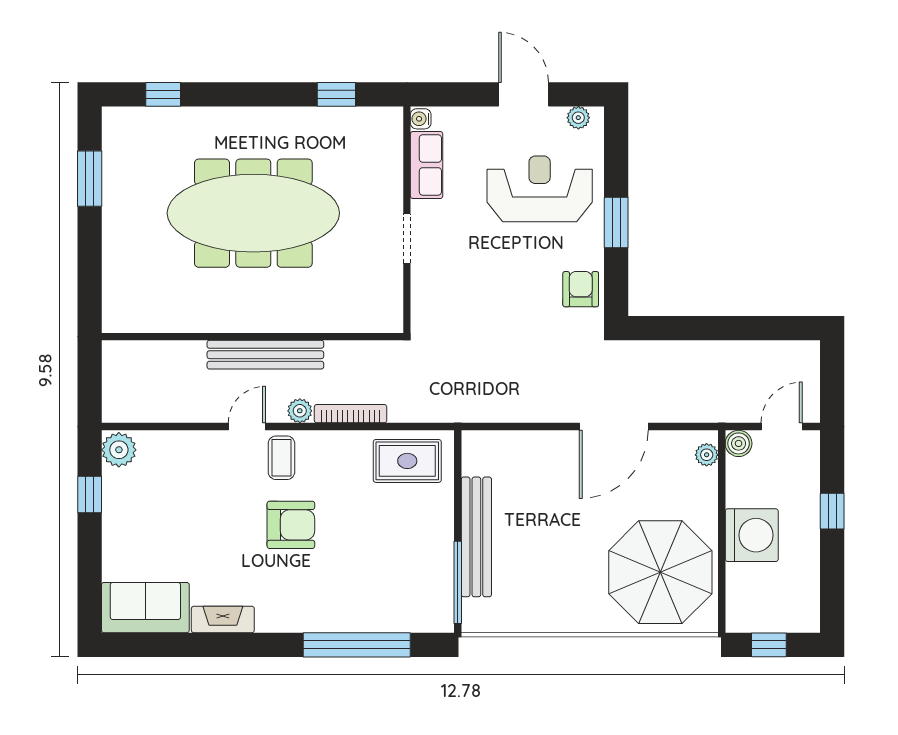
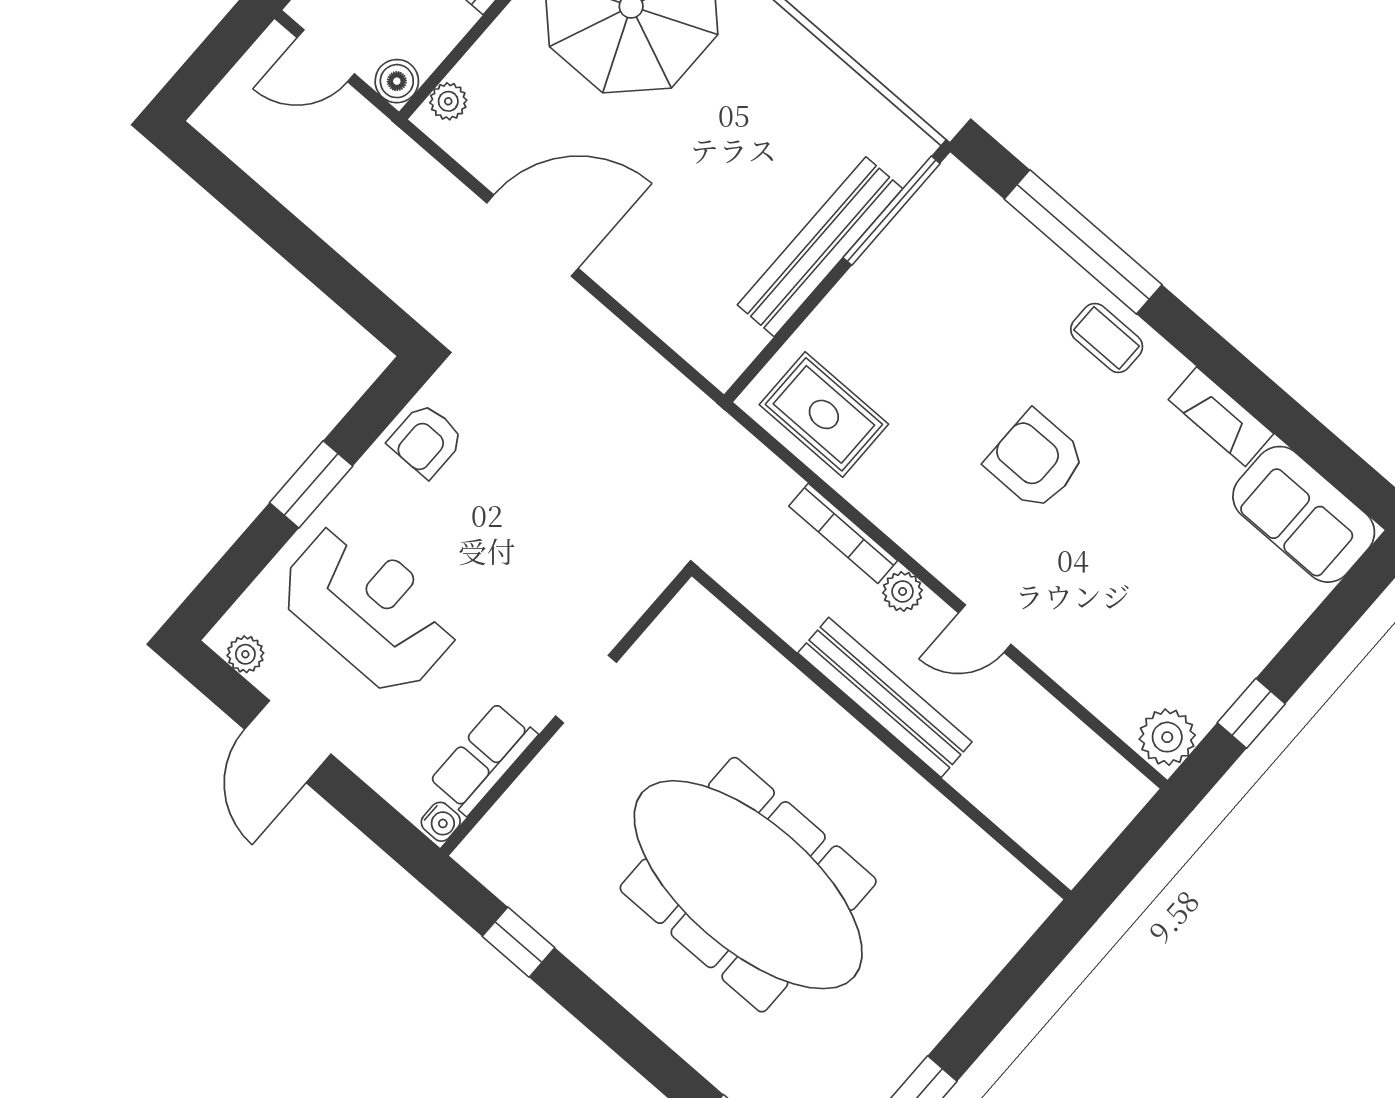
reception desk: (540, 189) -> (369, 608), turned 180
coffee table: (281, 458) -> (1107, 338), moved, turned 90

